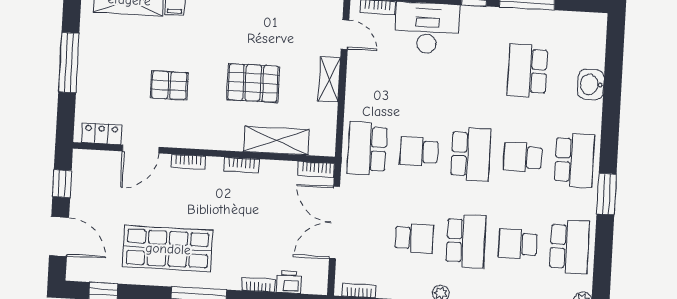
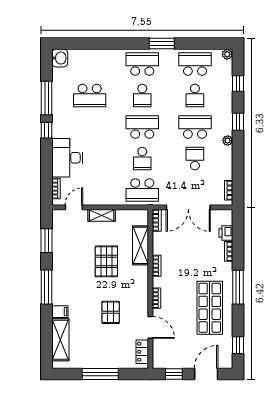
washbasin: (591, 85) -> (60, 58), moved, turned -90

